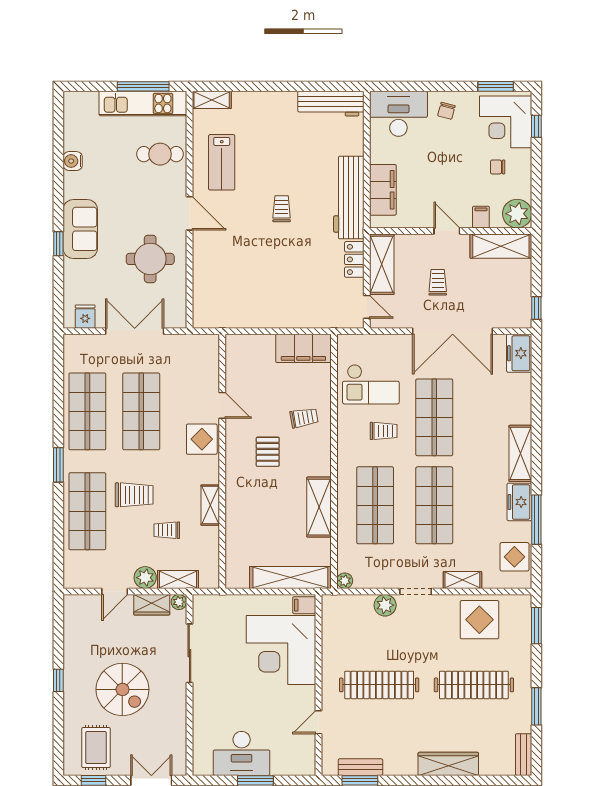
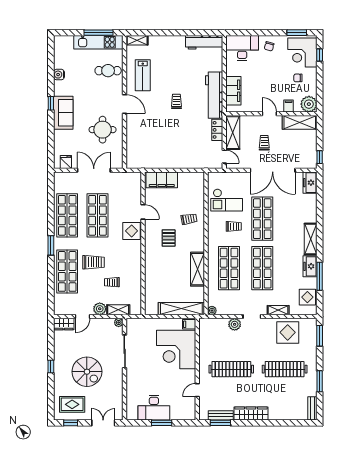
window: (58, 244) -> (51, 103), moved
filing cabinet: (303, 348) -> (162, 180), moved
shelving: (210, 505) -> (136, 268), removed
wardrobe: (152, 605) -> (64, 324), moved
rug: (96, 748) -> (72, 404), turned 90
wardrobe: (448, 764) -> (251, 414), moved

